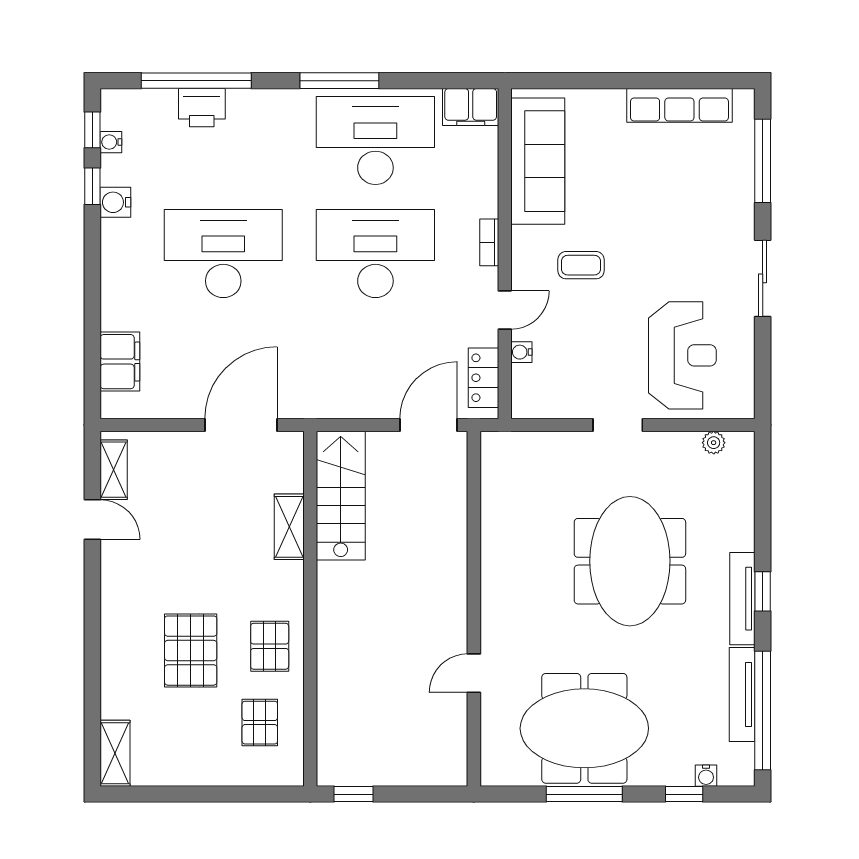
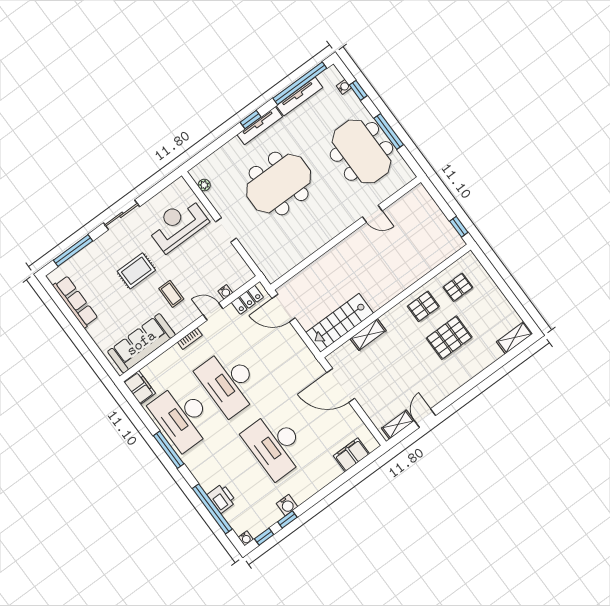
water cooler: (111, 142) -> (246, 538), moved
rug: (657, 237) -> (136, 271), added

